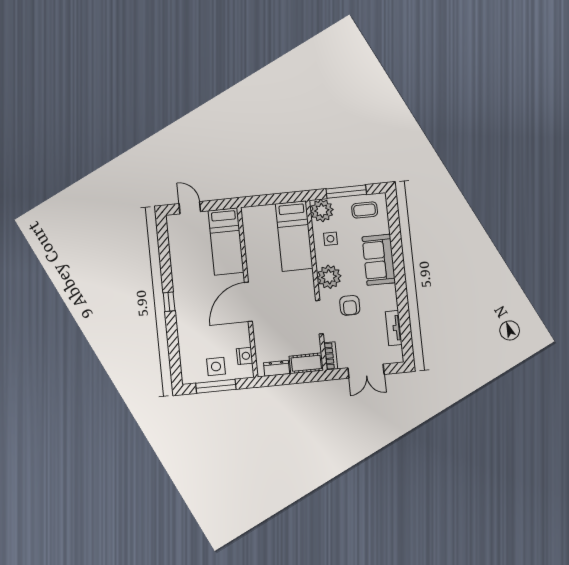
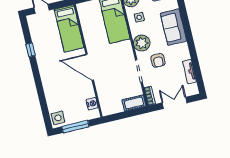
window: (169, 302) -> (31, 50), moved
door: (248, 302) -> (90, 67), hinge flipped
side table: (216, 366) -> (58, 118), moved
dresser: (277, 368) -> (115, 109), removed
double door: (366, 371) -> (175, 103), swing flipped

